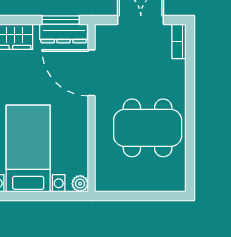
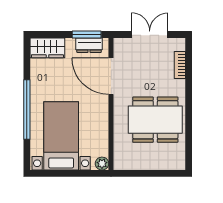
dresser: (64, 33) -> (89, 45), width x0.70
bookcase: (179, 41) -> (180, 65), moved

